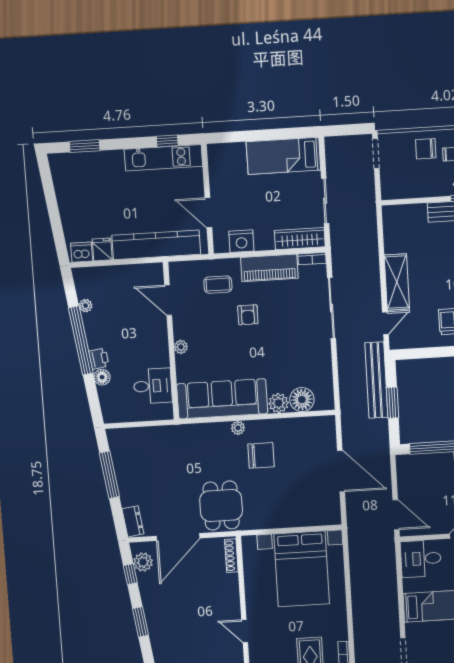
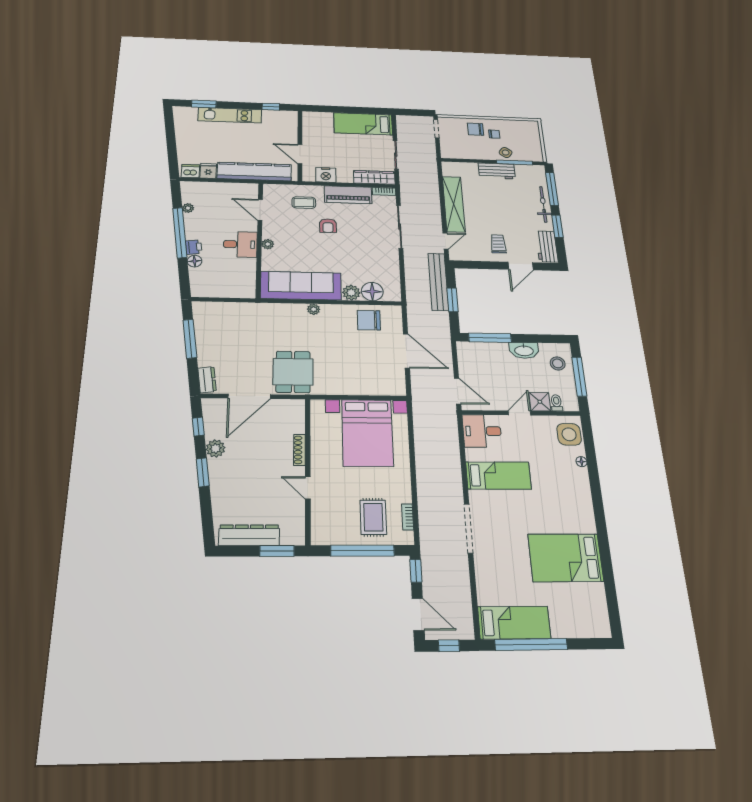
kitchen unit: (163, 158) -> (230, 115), moved
shelving: (397, 282) -> (454, 204), width x1.47
desk: (153, 386) -> (240, 244), moved
chair: (261, 455) -> (369, 320), moved, turned 180
shoe rack: (231, 556) -> (300, 450), moved
plant: (143, 562) -> (216, 448), moved

